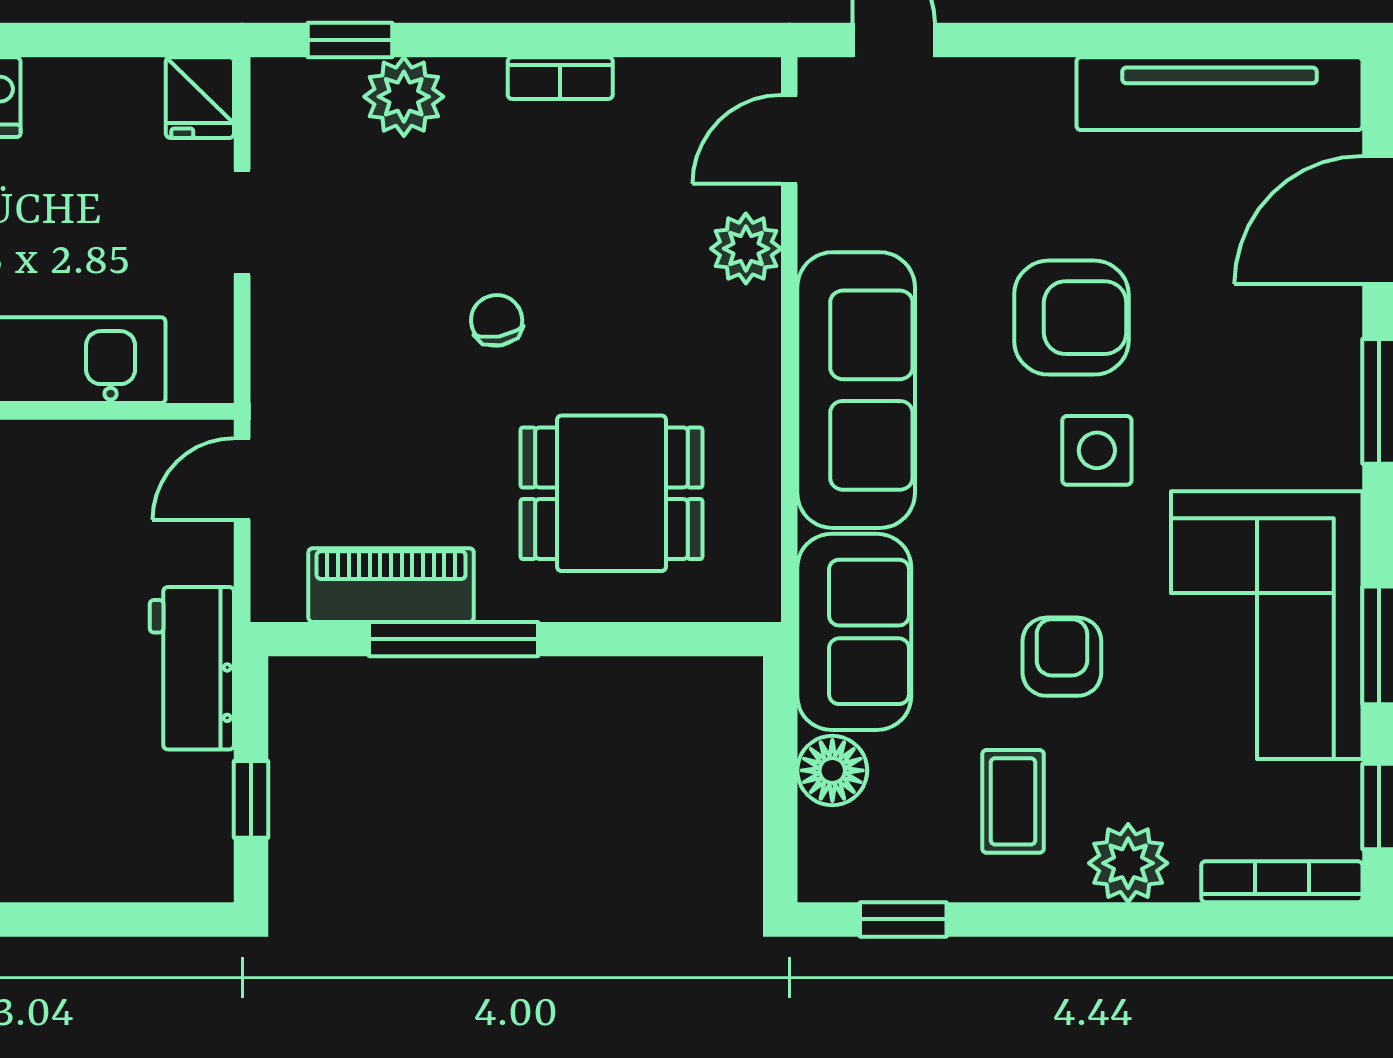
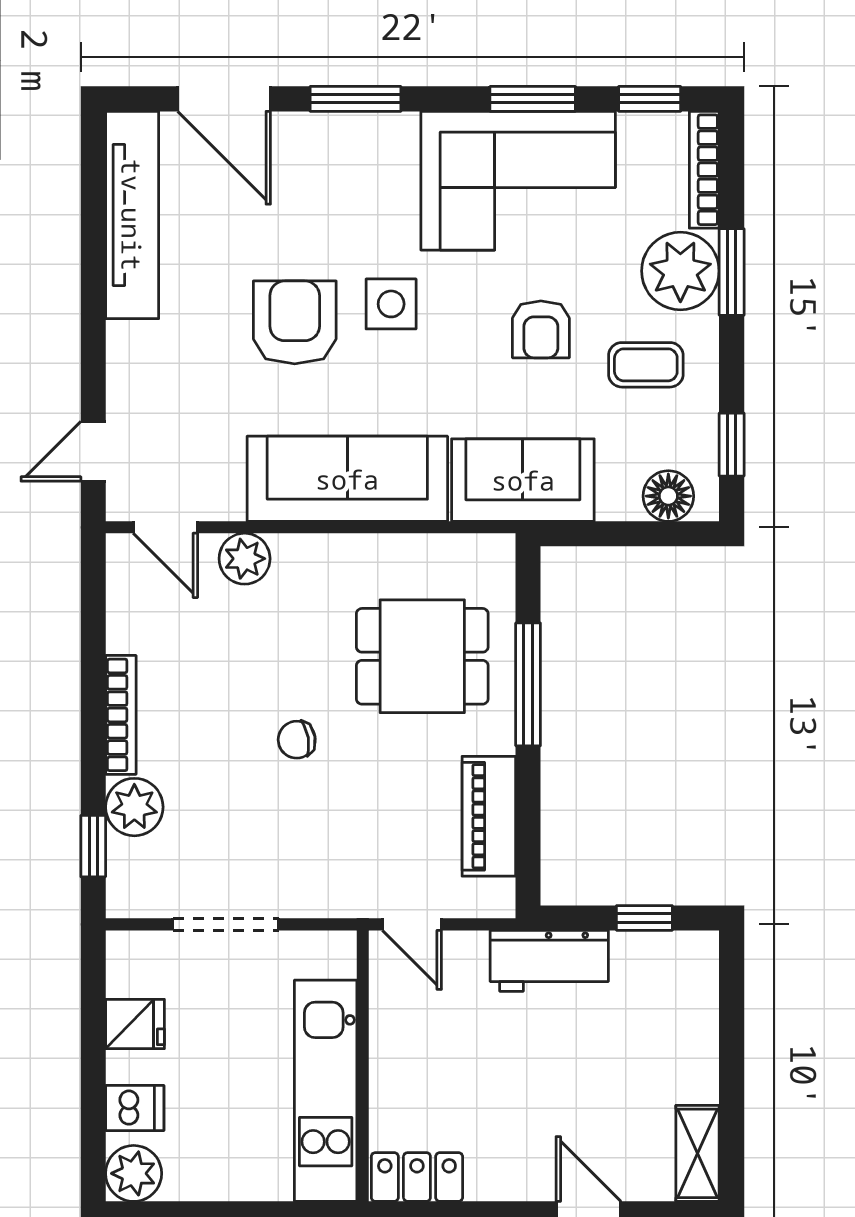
bookcase: (560, 78) -> (121, 715), width x1.56
fridge: (200, 98) -> (135, 1024), moved
doorway: (242, 223) -> (226, 924), width x1.38
dining table: (612, 493) -> (422, 656), turned 90
window: (454, 639) -> (528, 684), moved
armchair: (1062, 657) -> (541, 329), turned -90
floor lamp: (832, 770) -> (668, 496), moved
plant: (1128, 863) -> (680, 271), width x1.36, depth x1.36
window: (1141, 919) -> (732, 272), added

